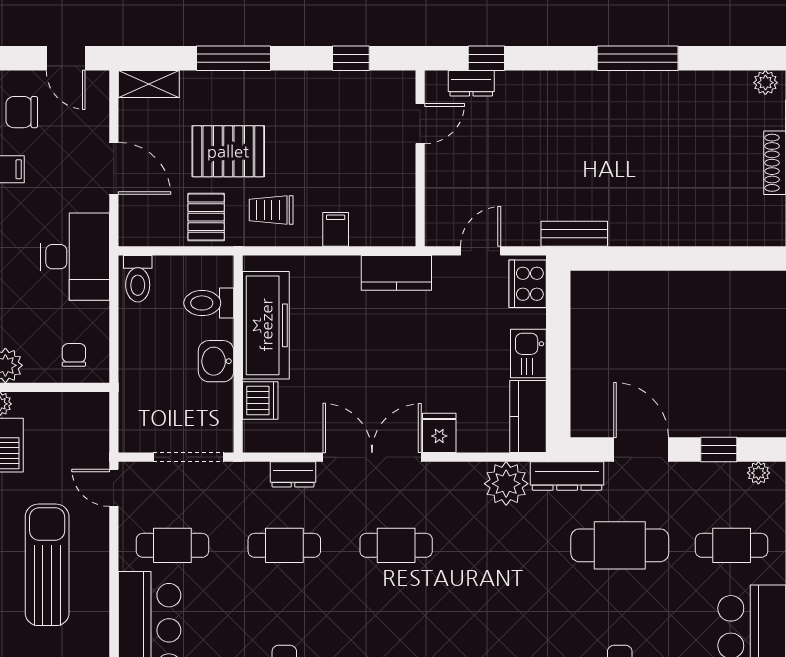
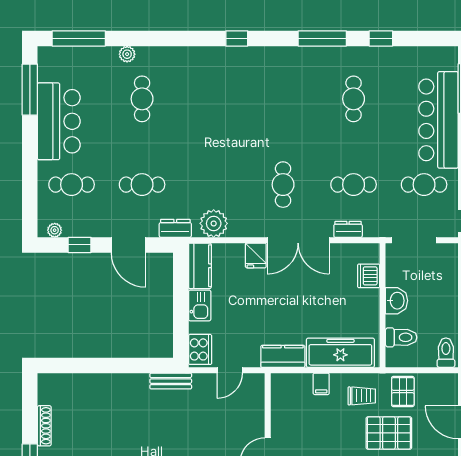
freezer: (266, 325) -> (340, 353), moved, turned 90
dresser: (567, 476) -> (175, 228), width x0.70
cafe table: (396, 545) -> (283, 185), turned 90
cafe table: (620, 545) -> (142, 185), width x0.73, depth x0.74

